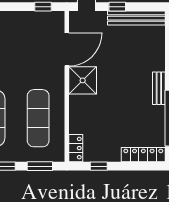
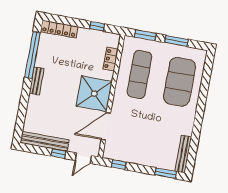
shower: (83, 80) -> (94, 94), width x1.37, depth x1.37
locker: (76, 148) -> (111, 59), moved

